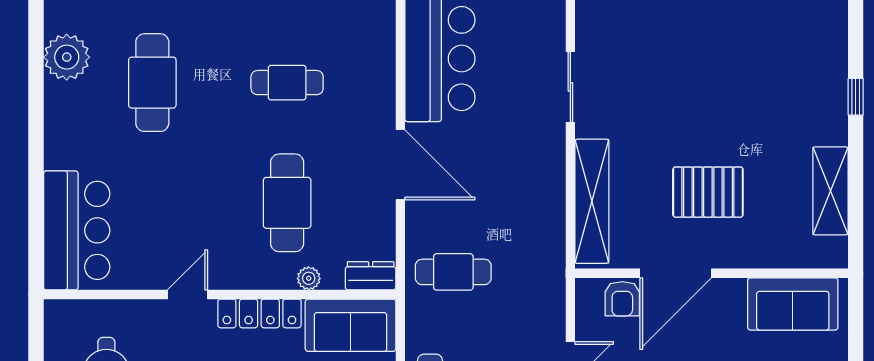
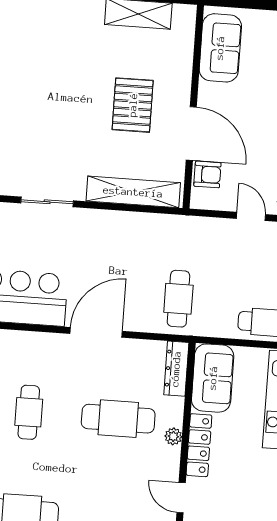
dresser: (371, 276) -> (176, 369), width x1.44
plant: (309, 278) -> (173, 436), moved

